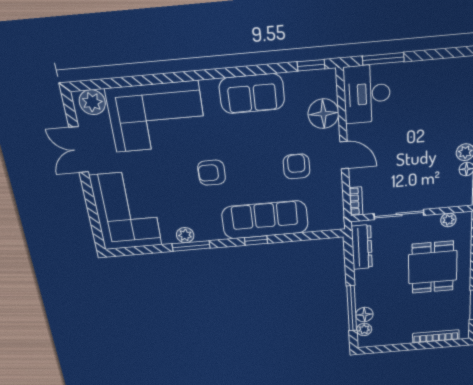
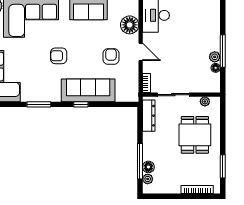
plant: (185, 235) -> (36, 96), removed

